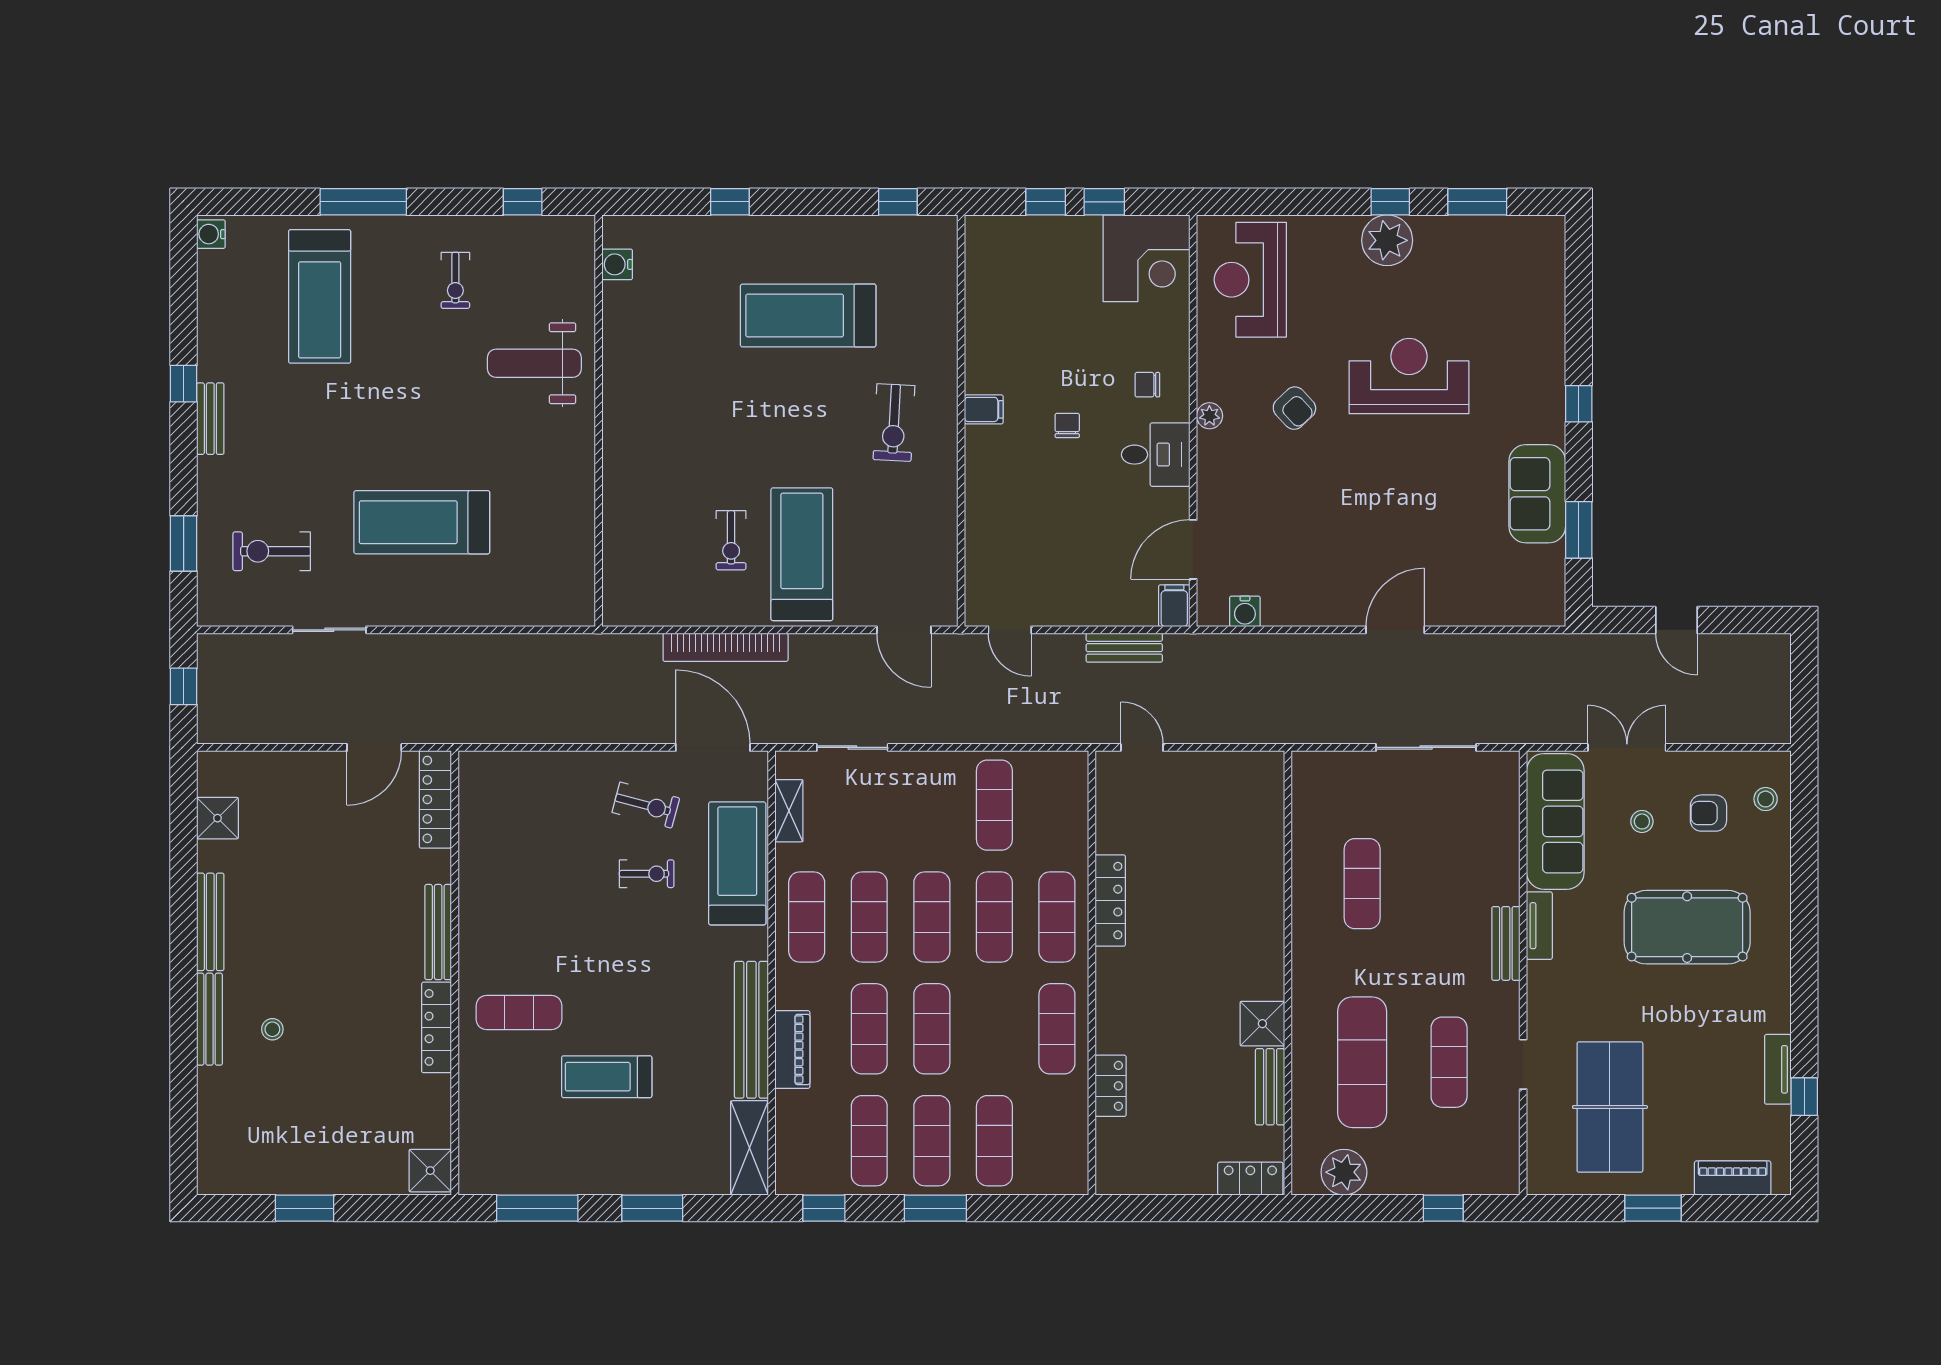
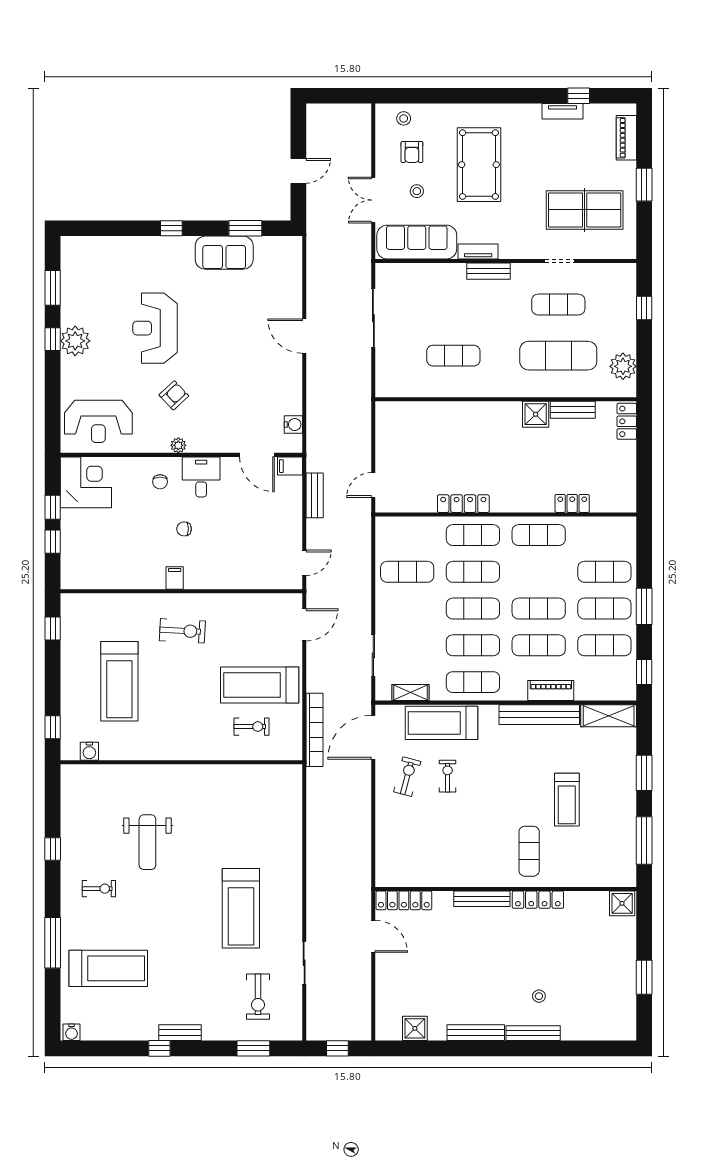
water cooler: (617, 264) -> (89, 751), moved
wall: (599, 421) -> (181, 762), moved

